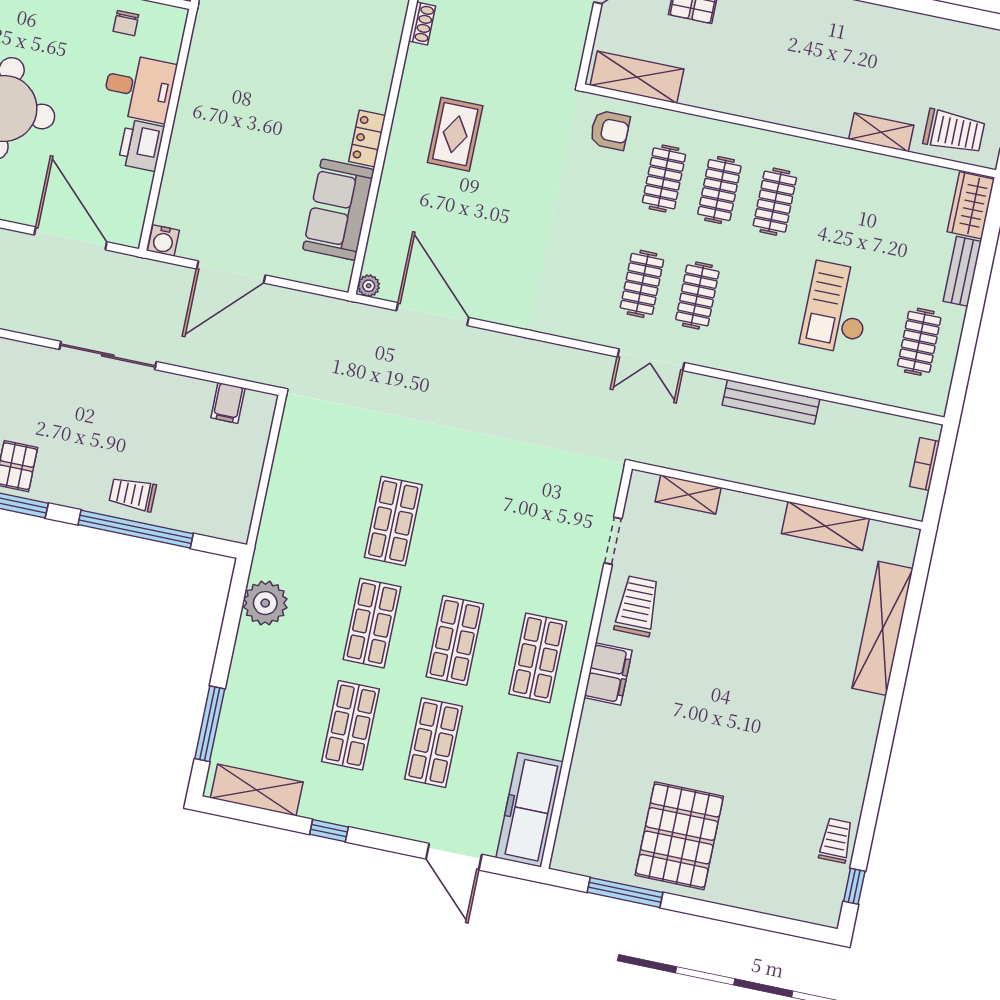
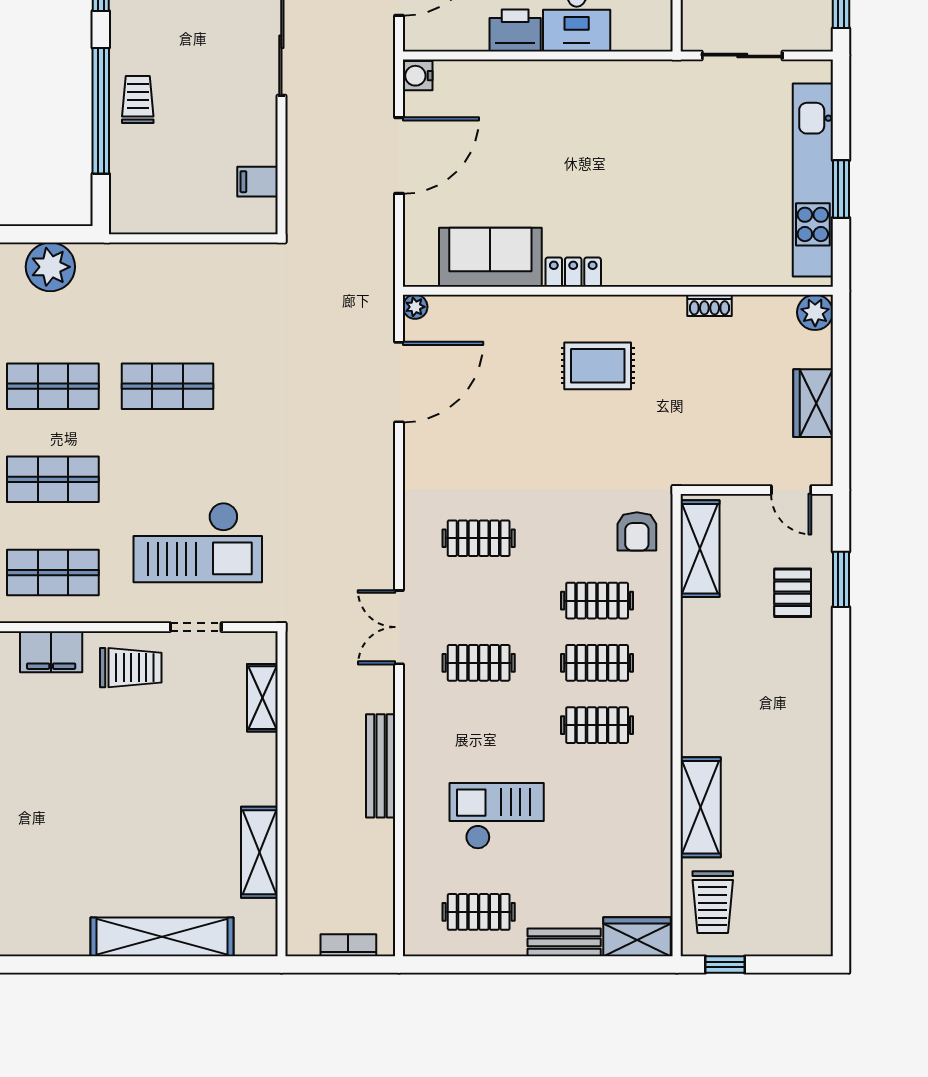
shelving: (881, 132) -> (701, 807), width x1.50, depth x1.33
door: (231, 272) -> (399, 156), swing flipped
clothes rail: (642, 284) -> (479, 538), moved
checkout: (538, 523) -> (198, 542), added

